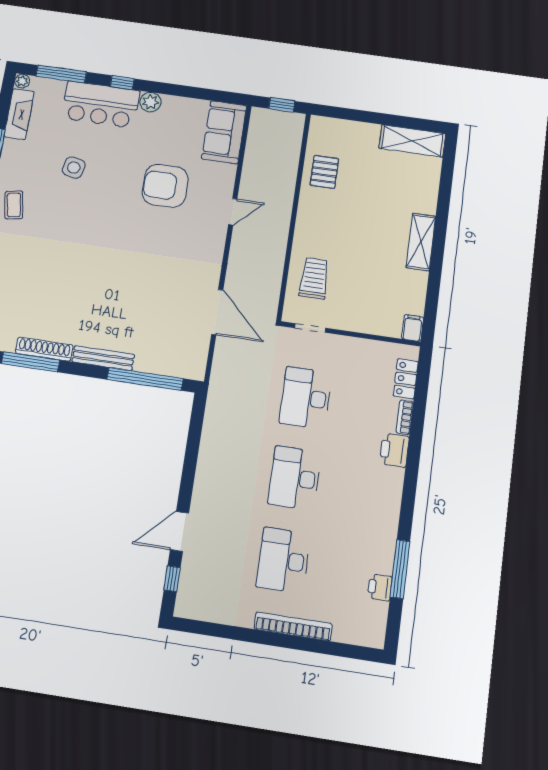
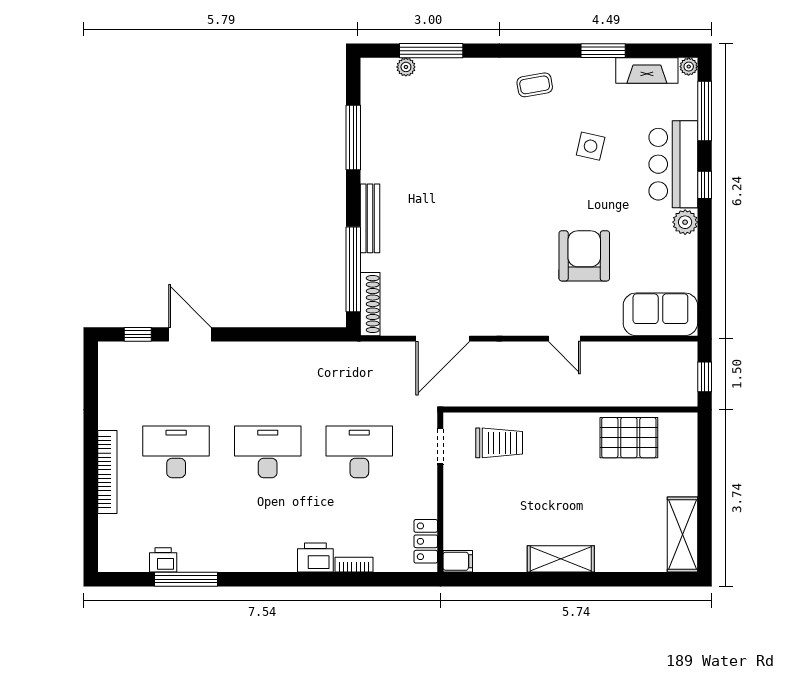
pallet: (324, 172) -> (629, 438), width x1.50, depth x1.42
shoe rack: (44, 349) -> (370, 304), moved
locker: (406, 379) -> (426, 541), moved, turned -90

